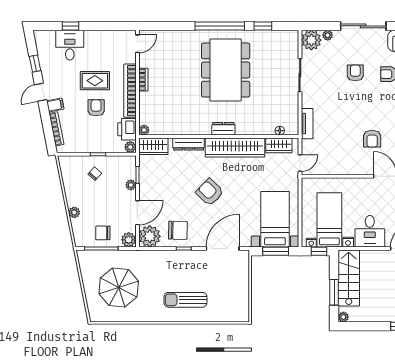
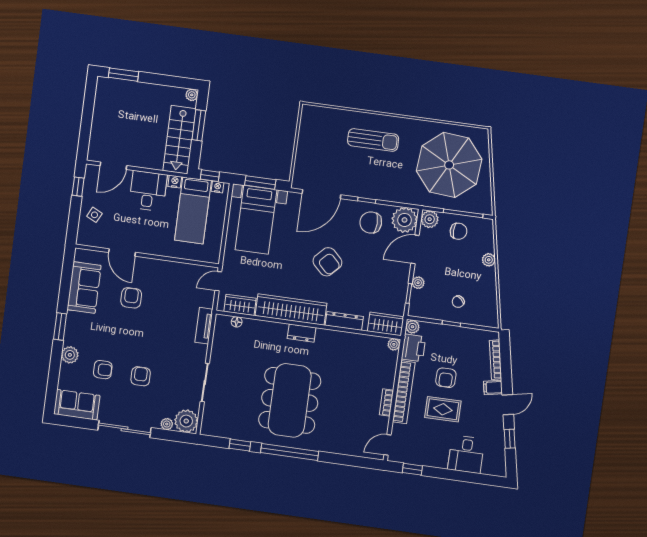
window: (70, 26) -> (412, 469), moved
armchair: (355, 73) -> (141, 376), turned 180
parasol: (119, 287) -> (449, 165), width x1.36, depth x1.36

